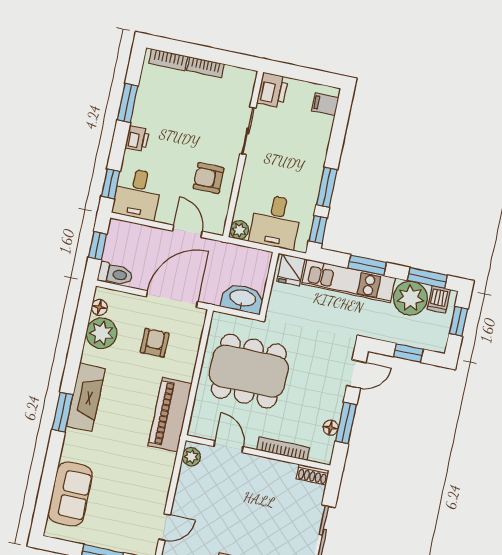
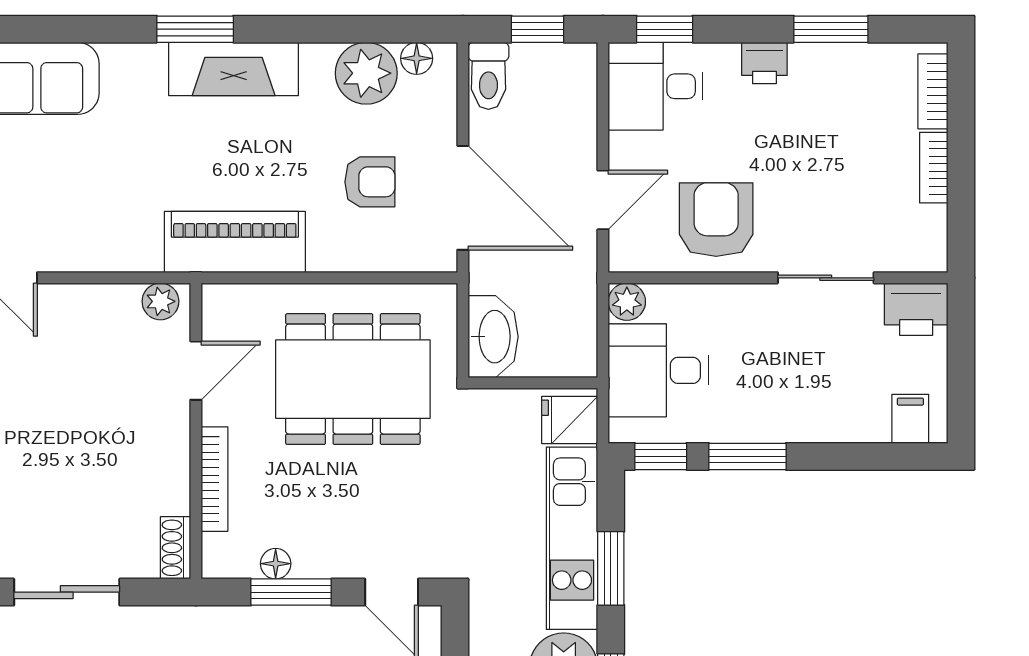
armchair: (208, 178) -> (716, 220), width x1.38, depth x1.38
dining table: (249, 371) -> (353, 379), turned 90

